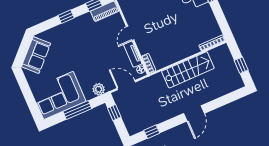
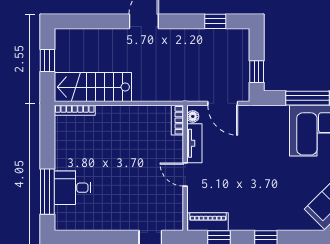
door: (130, 33) -> (185, 175), swing flipped
stairs: (188, 70) -> (93, 87), moved
plant: (99, 89) -> (265, 114), removed

